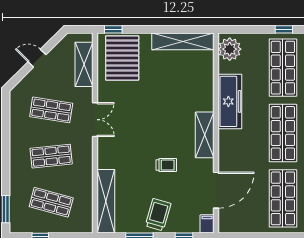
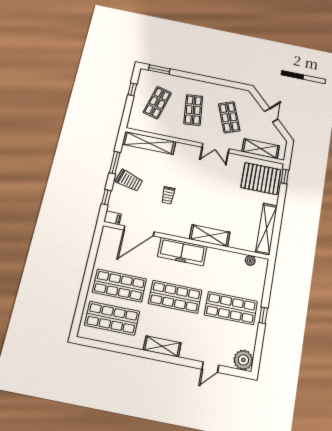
plant: (230, 49) -> (250, 261), width x0.53, depth x0.53
freezer: (230, 101) -> (182, 252), moved
shop shelf: (51, 110) -> (229, 117), turned -30
shelving: (205, 135) -> (210, 236), moved
door: (216, 190) -> (139, 231), hinge flipped

